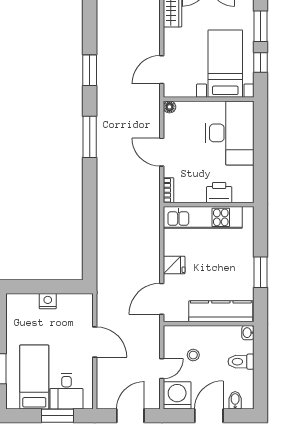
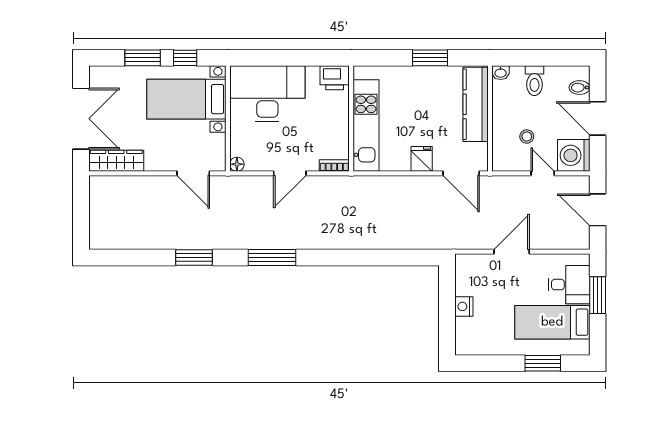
printer: (219, 193) -> (335, 78), moved, turned -90

